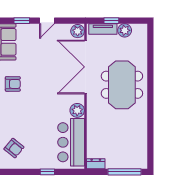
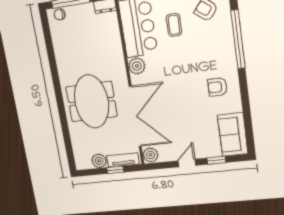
coffee table: (41, 140) -> (174, 25), added
chair: (136, 163) -> (60, 14), added

